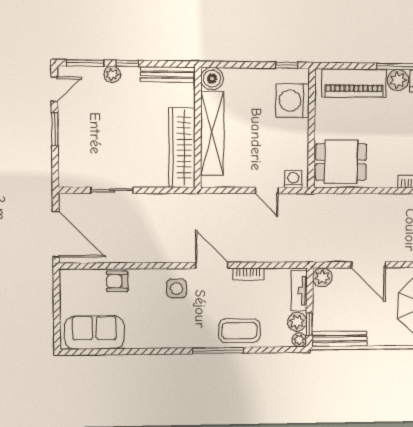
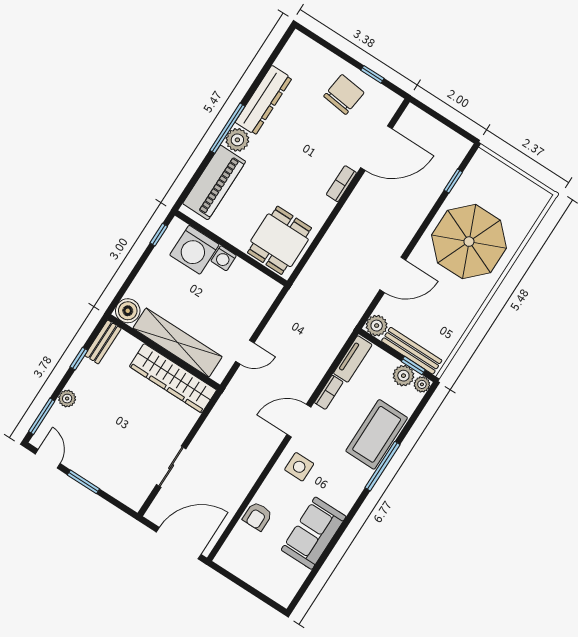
window: (127, 63) -> (79, 359), moved
bench: (168, 74) -> (103, 342), width x0.73
washing machine: (293, 179) -> (224, 258), moved, turned -90
door: (267, 190) -> (245, 352), moved
tv unit: (299, 291) -> (353, 359), moved, turned -90
coffee table: (239, 331) -> (377, 434), width x1.36, depth x1.32
sofa: (94, 333) -> (314, 533), moved
bench: (339, 339) -> (412, 351), moved, turned 90

